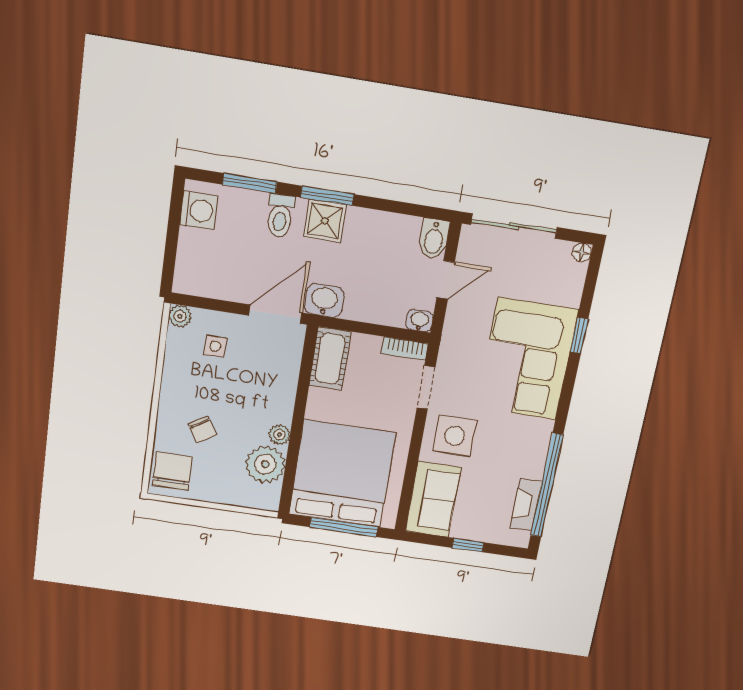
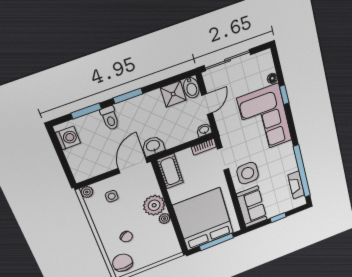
shower: (325, 221) -> (173, 94), moved
floor lamp: (582, 252) -> (272, 78), moved
plant: (265, 464) -> (154, 205), moved

